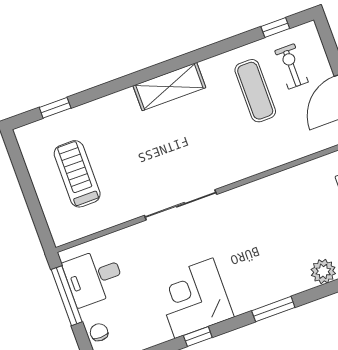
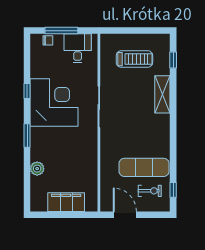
shelving: (169, 87) -> (162, 94), moved
exercise mat: (255, 91) -> (144, 167), width x1.36, depth x1.45
window: (67, 296) -> (61, 31), moved
corner desk: (194, 298) -> (54, 103), width x1.36, depth x1.36

